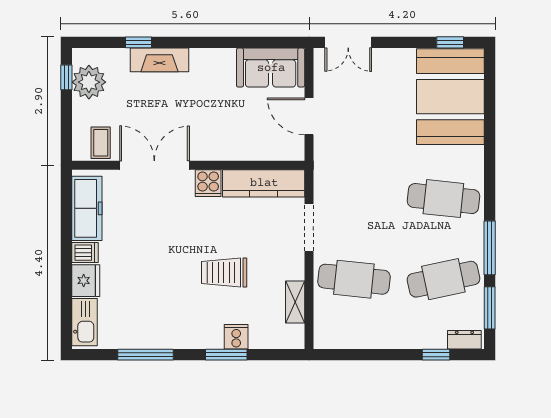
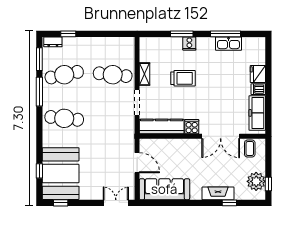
sofa: (271, 68) -> (164, 189), width x1.36
window: (490, 102) -> (39, 171), added
shelving: (295, 302) -> (145, 74), moved
kitchen sink: (85, 322) -> (229, 44), moved, turned -90
cooker: (236, 337) -> (189, 43), moved

